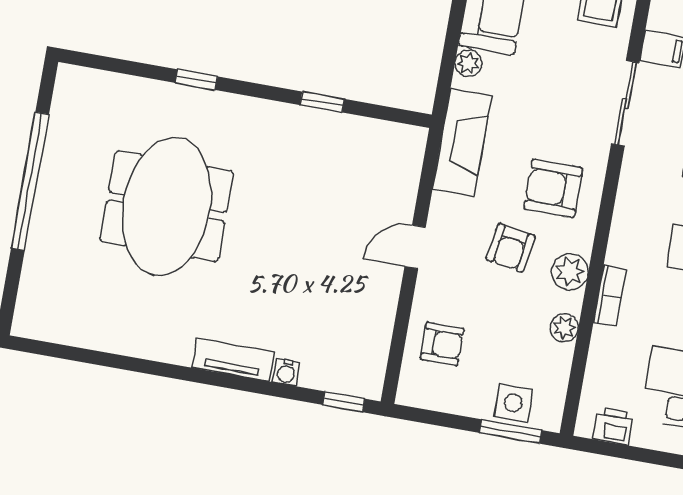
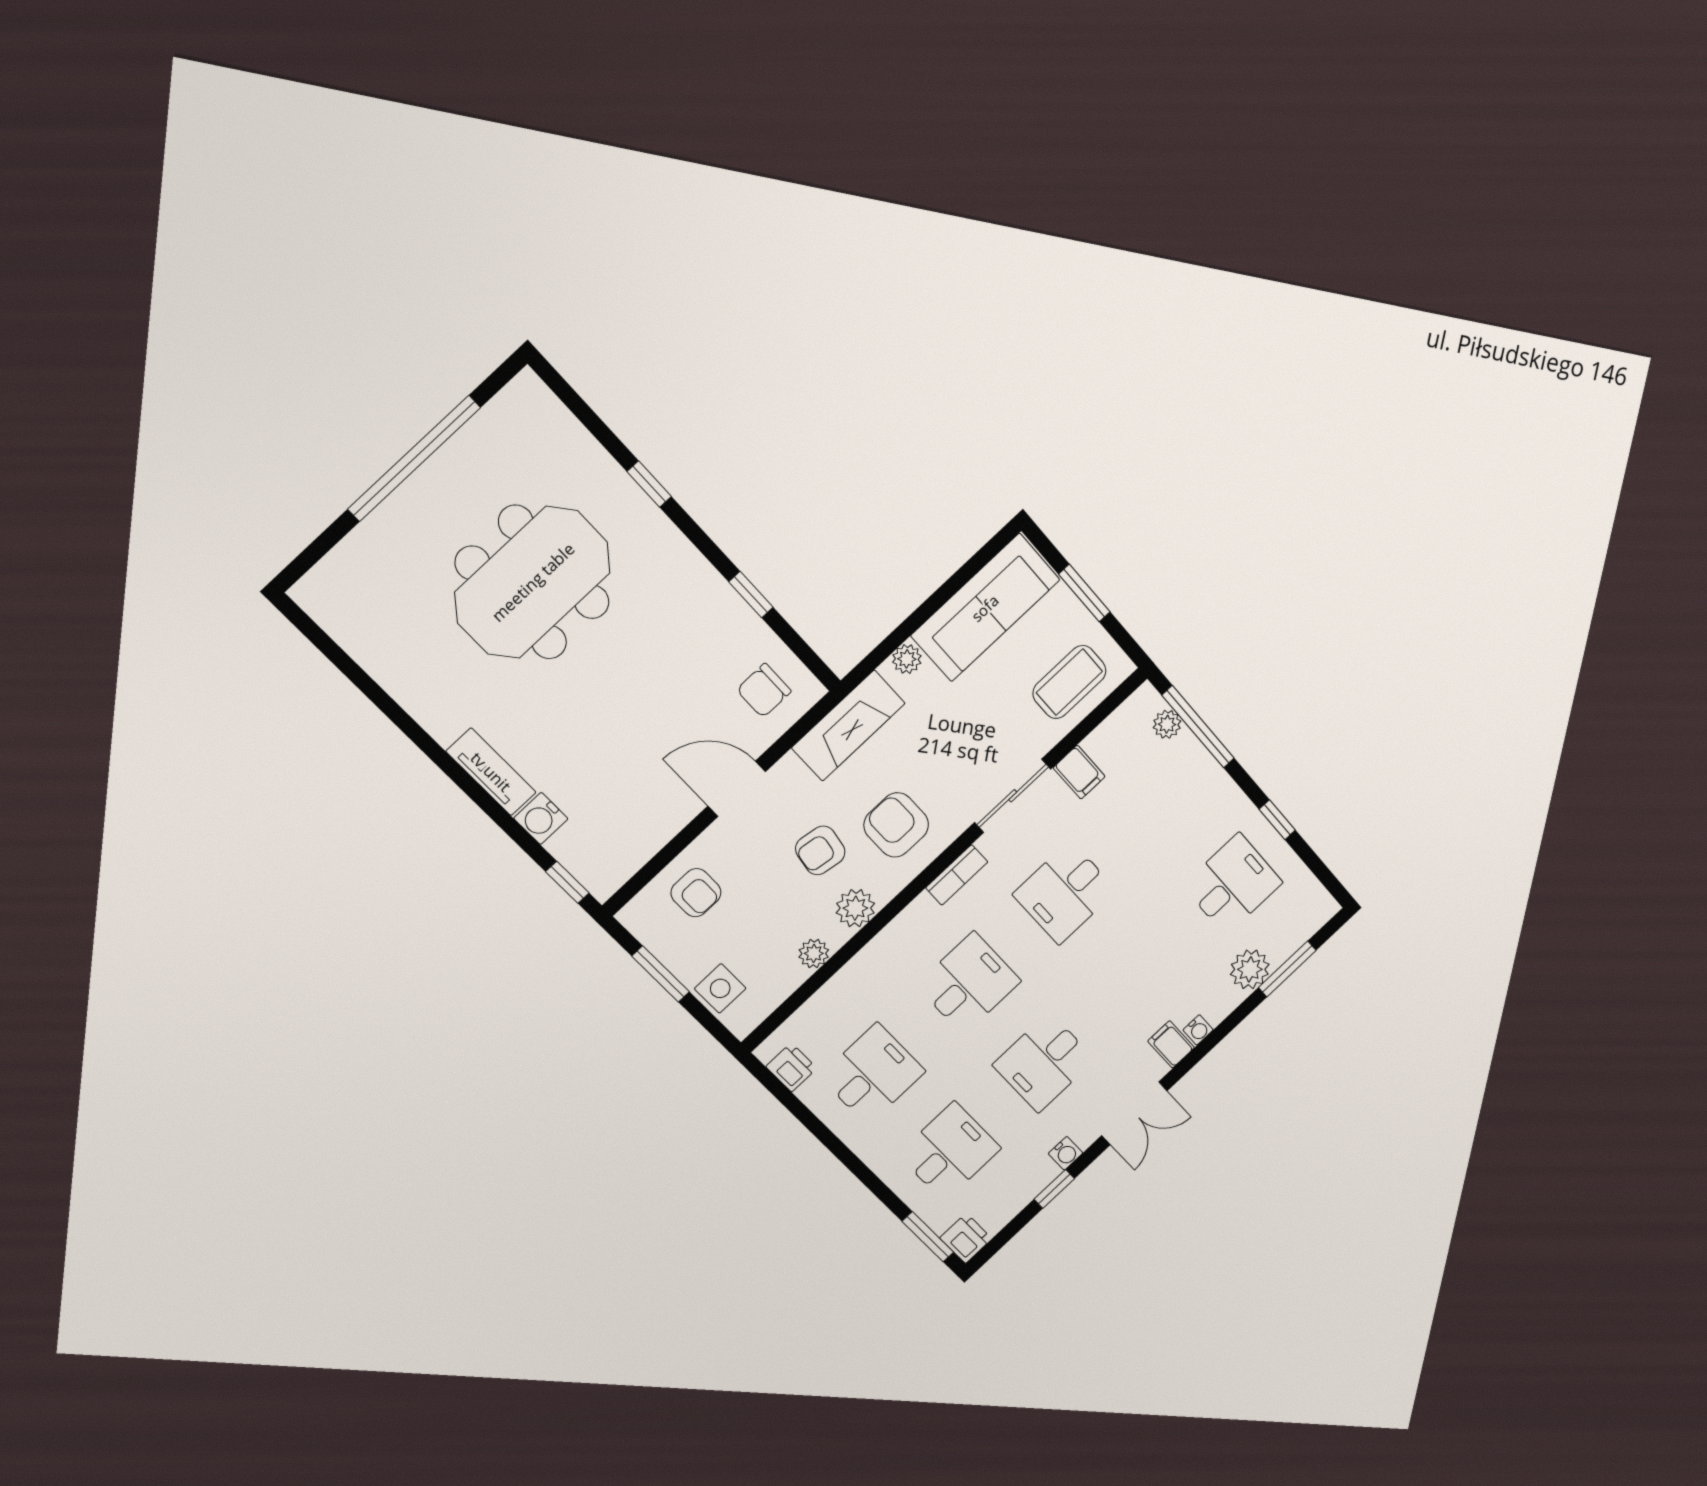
chair: (382, 162) -> (764, 691), added
door: (415, 247) -> (737, 789), width x1.38
bookcase: (610, 296) -> (957, 875), moved
water cooler: (286, 372) -> (541, 818), width x1.38, depth x1.38
window: (511, 432) -> (661, 974), moved

